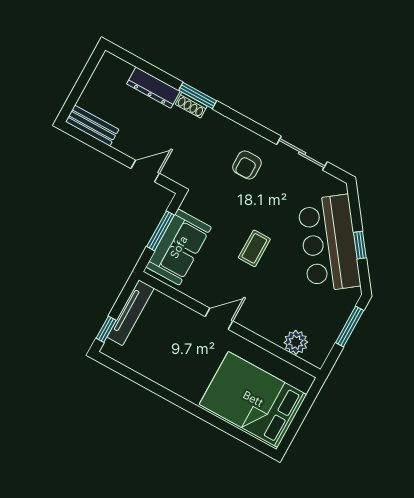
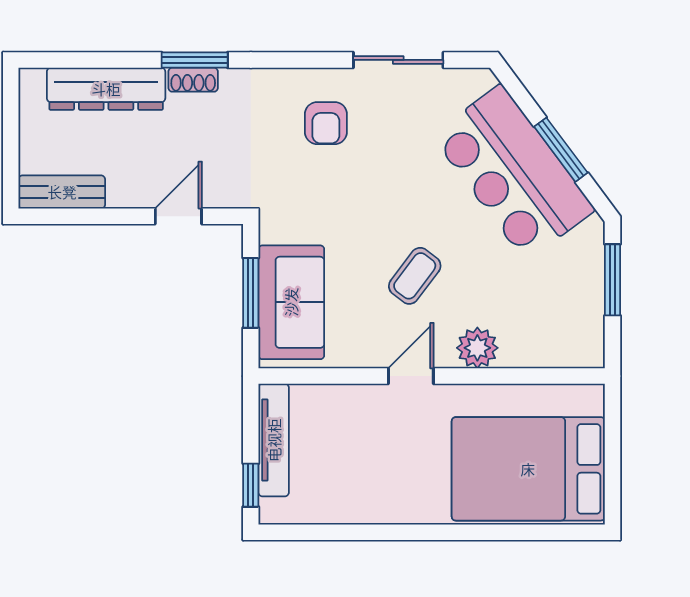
dresser: (153, 88) -> (106, 89), width x1.37, depth x1.24
window: (360, 245) -> (561, 150), width x1.50
coffee table: (254, 248) -> (415, 276), moved, turned 37
plant: (296, 342) -> (477, 348), moved

